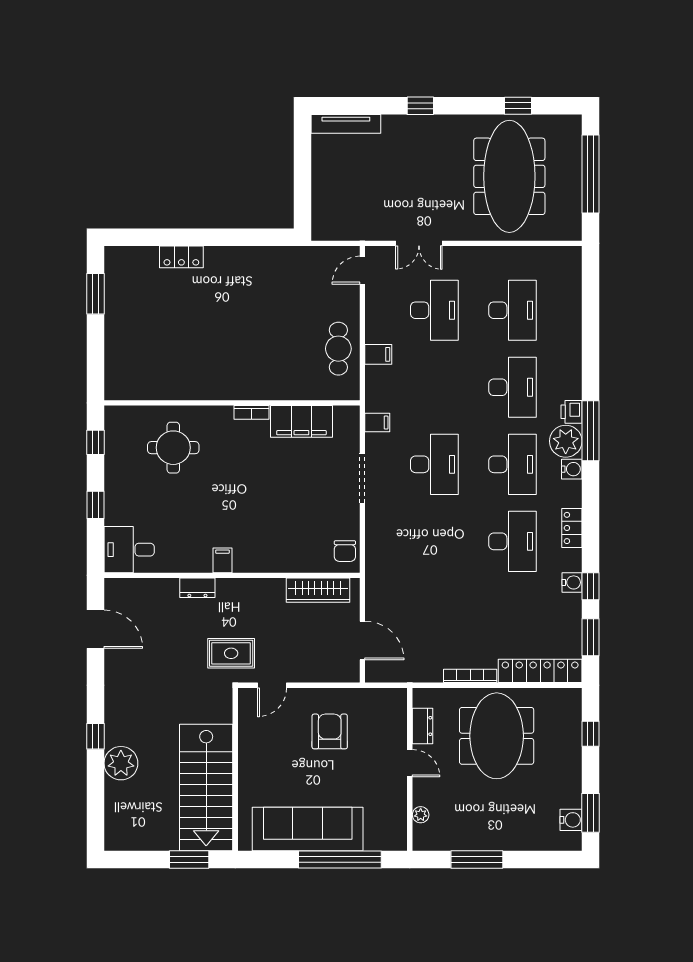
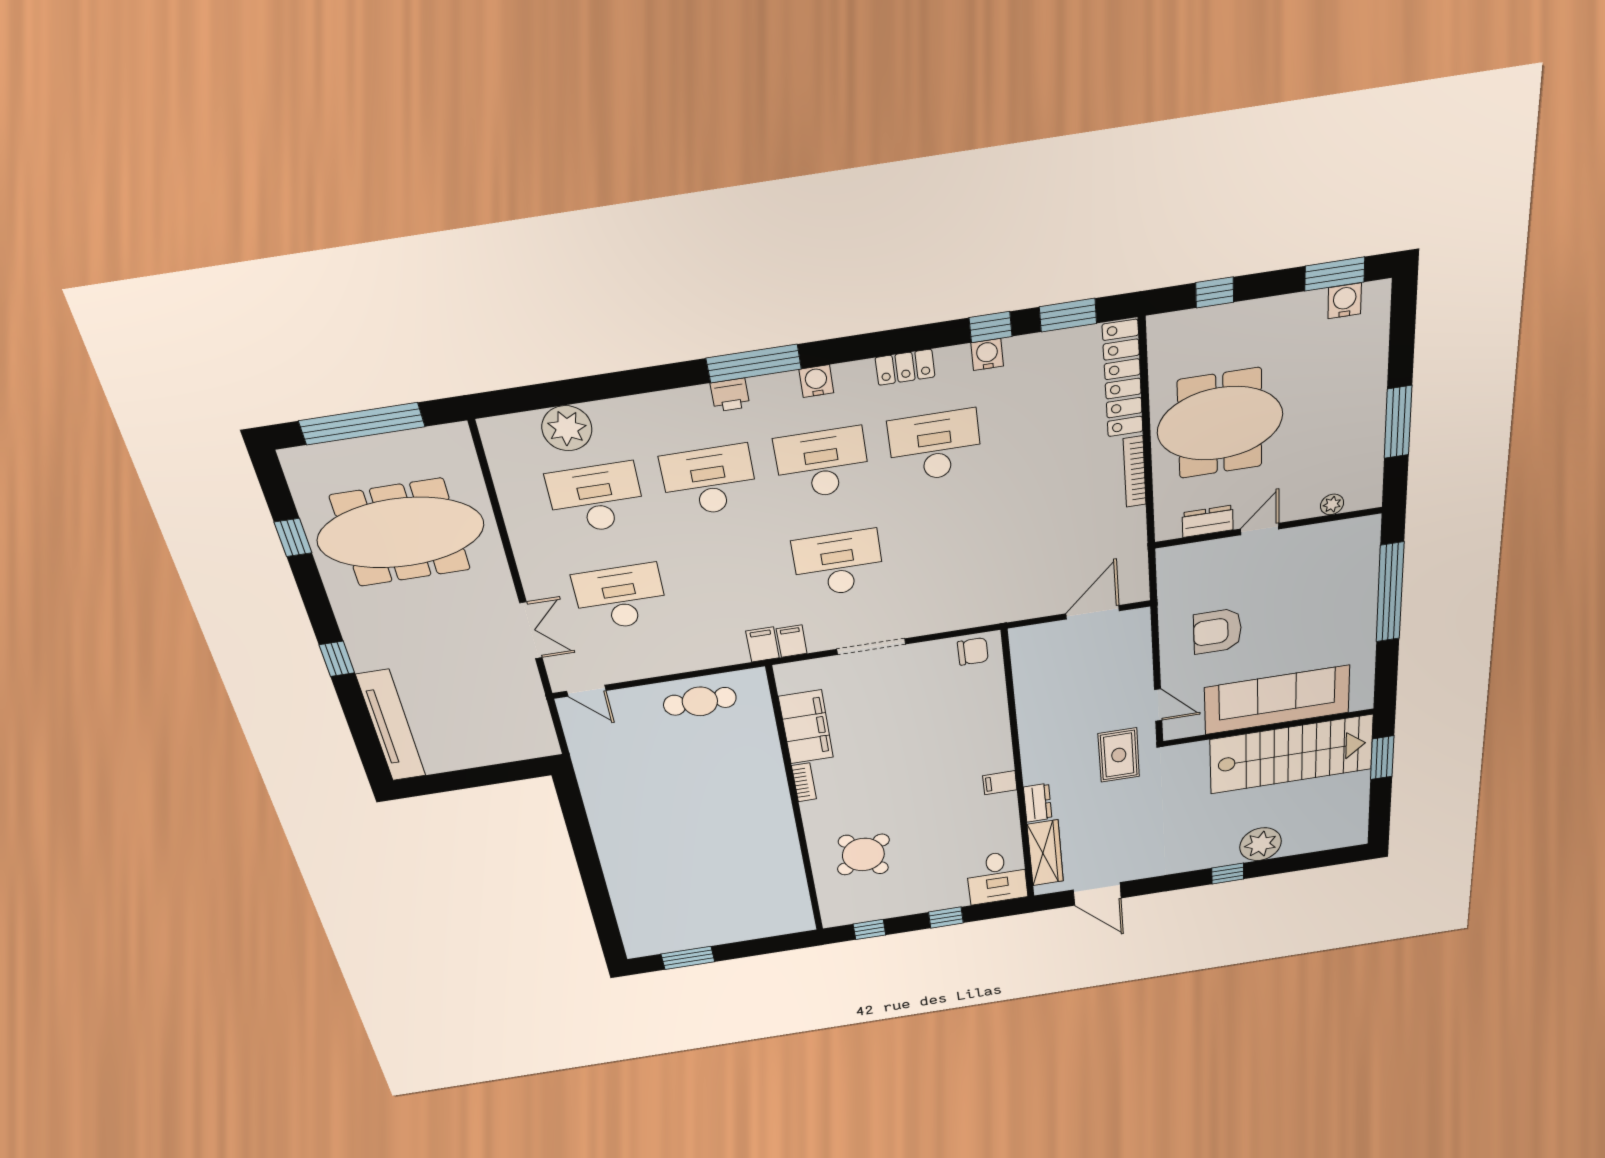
tv unit: (346, 124) -> (391, 726), width x1.36, depth x1.29
locker: (181, 257) -> (621, 884), removed
filing cabinet: (378, 354) -> (762, 644), moved
plant: (566, 441) -> (567, 428), moved
round table: (173, 448) -> (863, 855), turned -36
wardrobe: (318, 590) -> (1045, 853), moved
door: (95, 629) -> (1097, 894), swing flipped
sofa: (308, 829) -> (1277, 700), moved, turned 90

